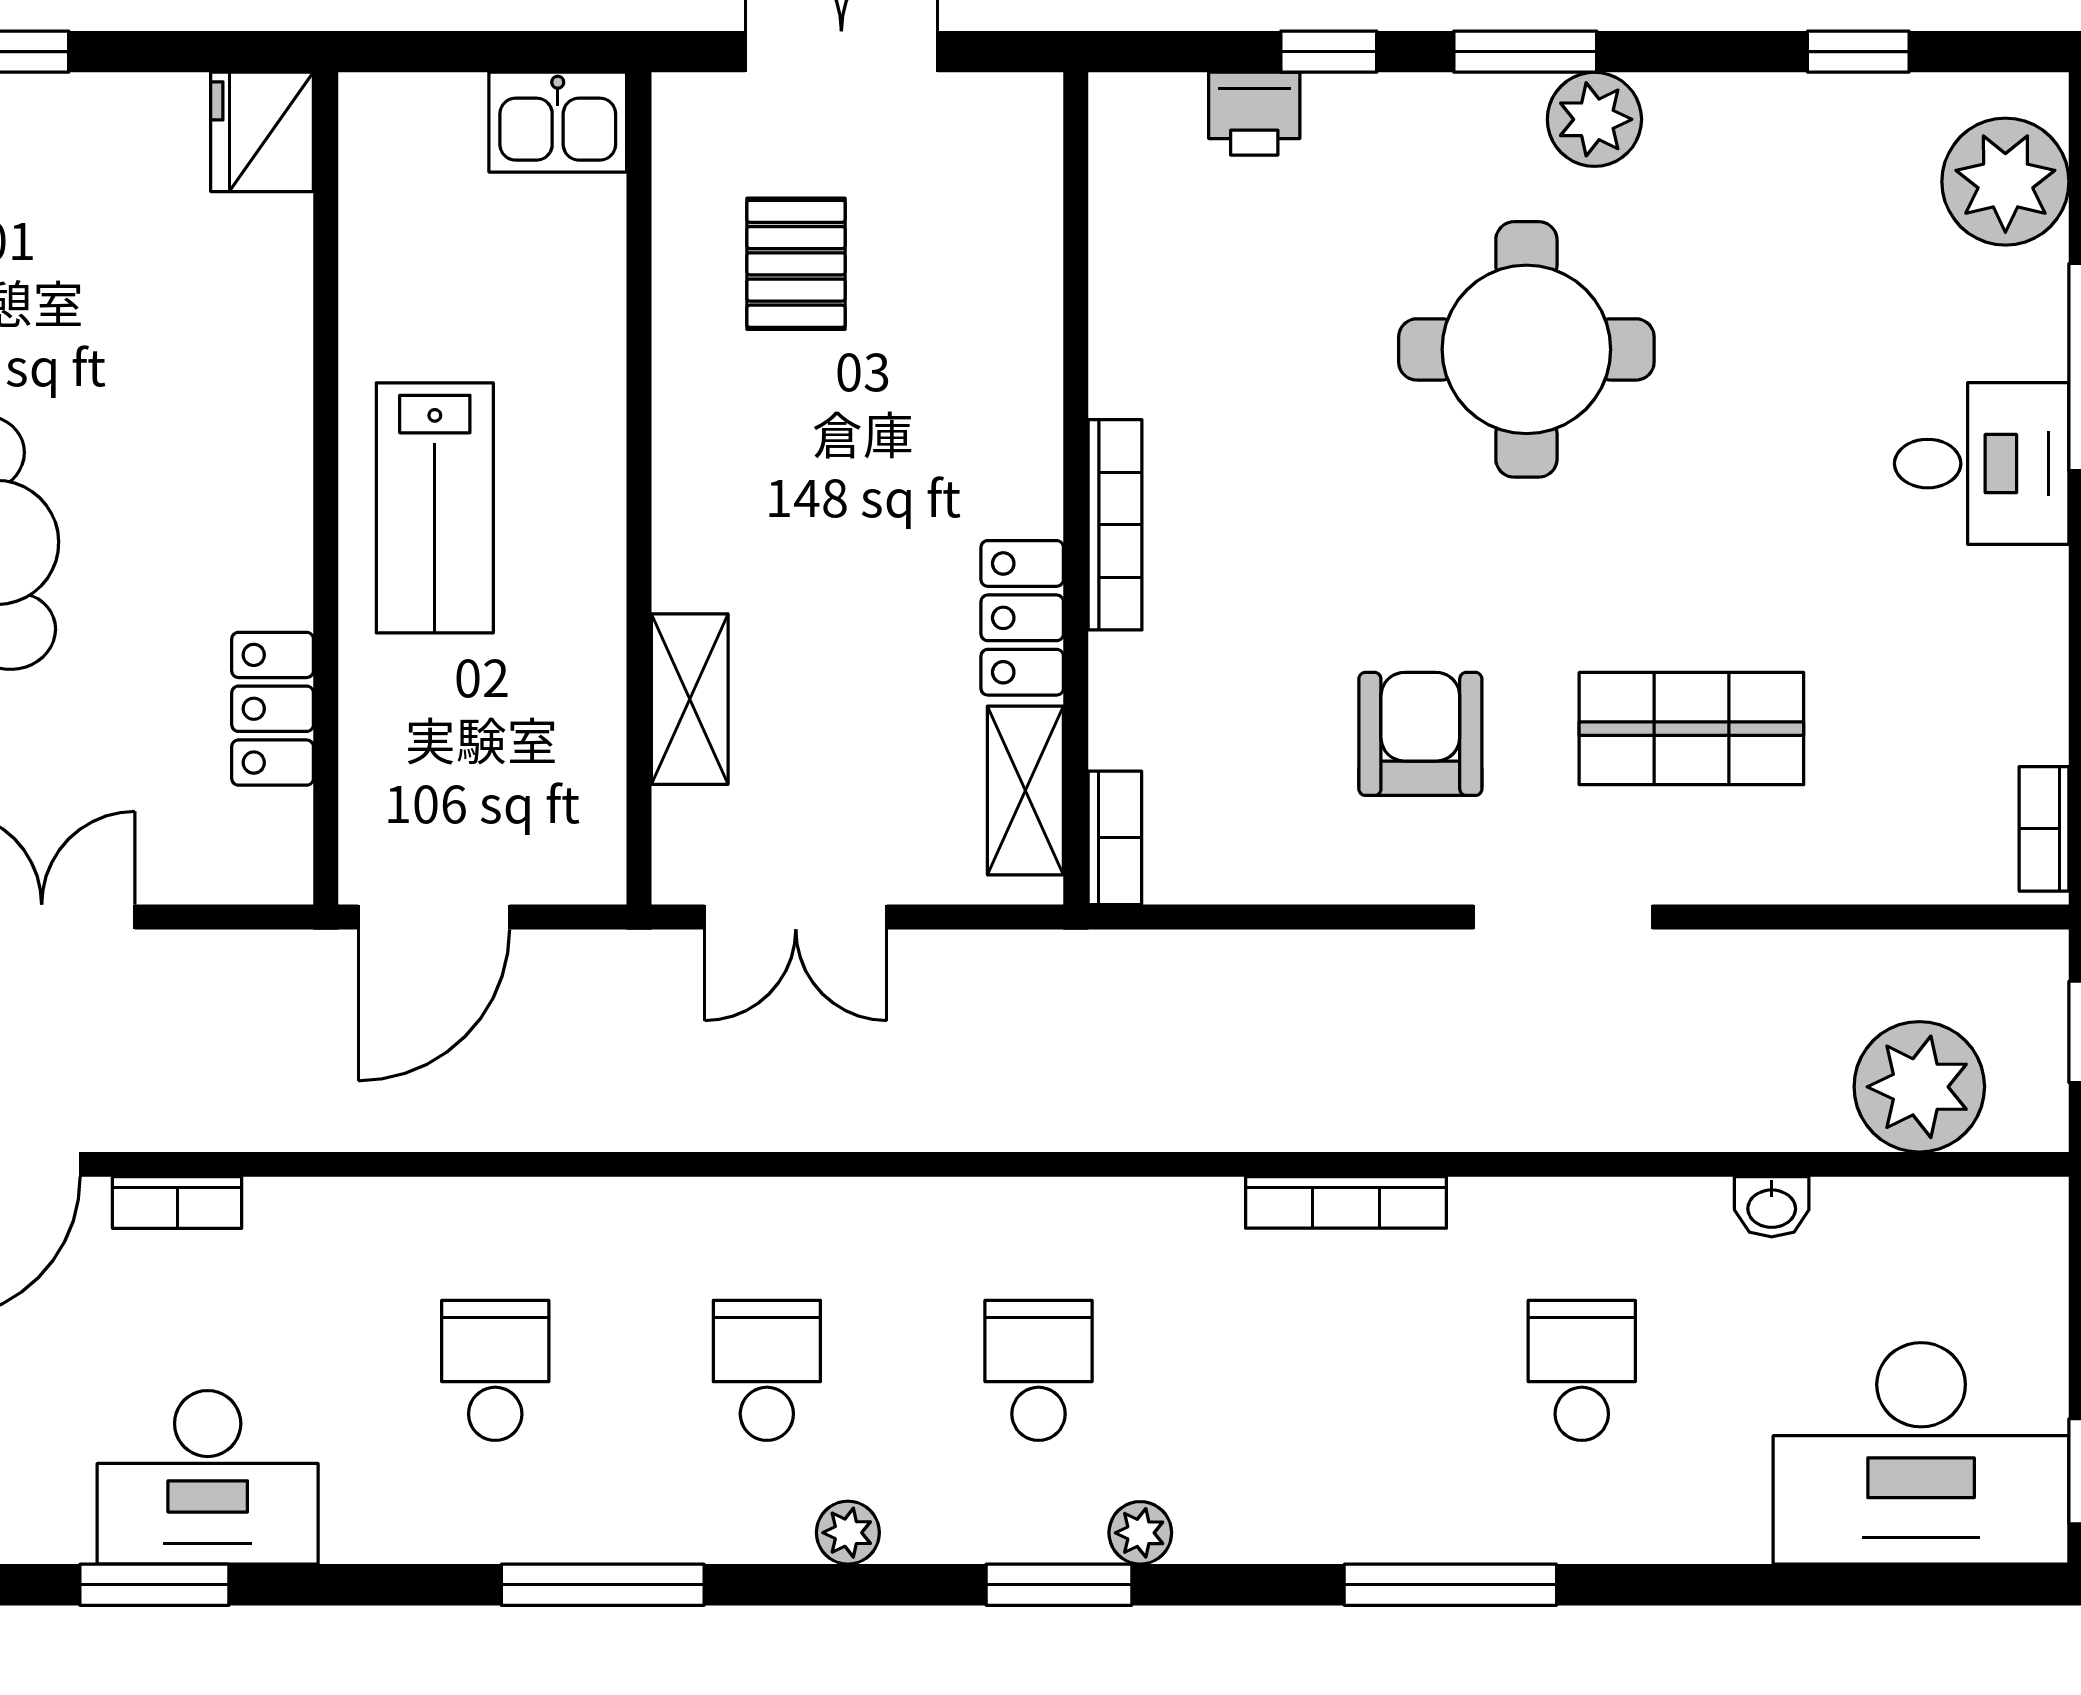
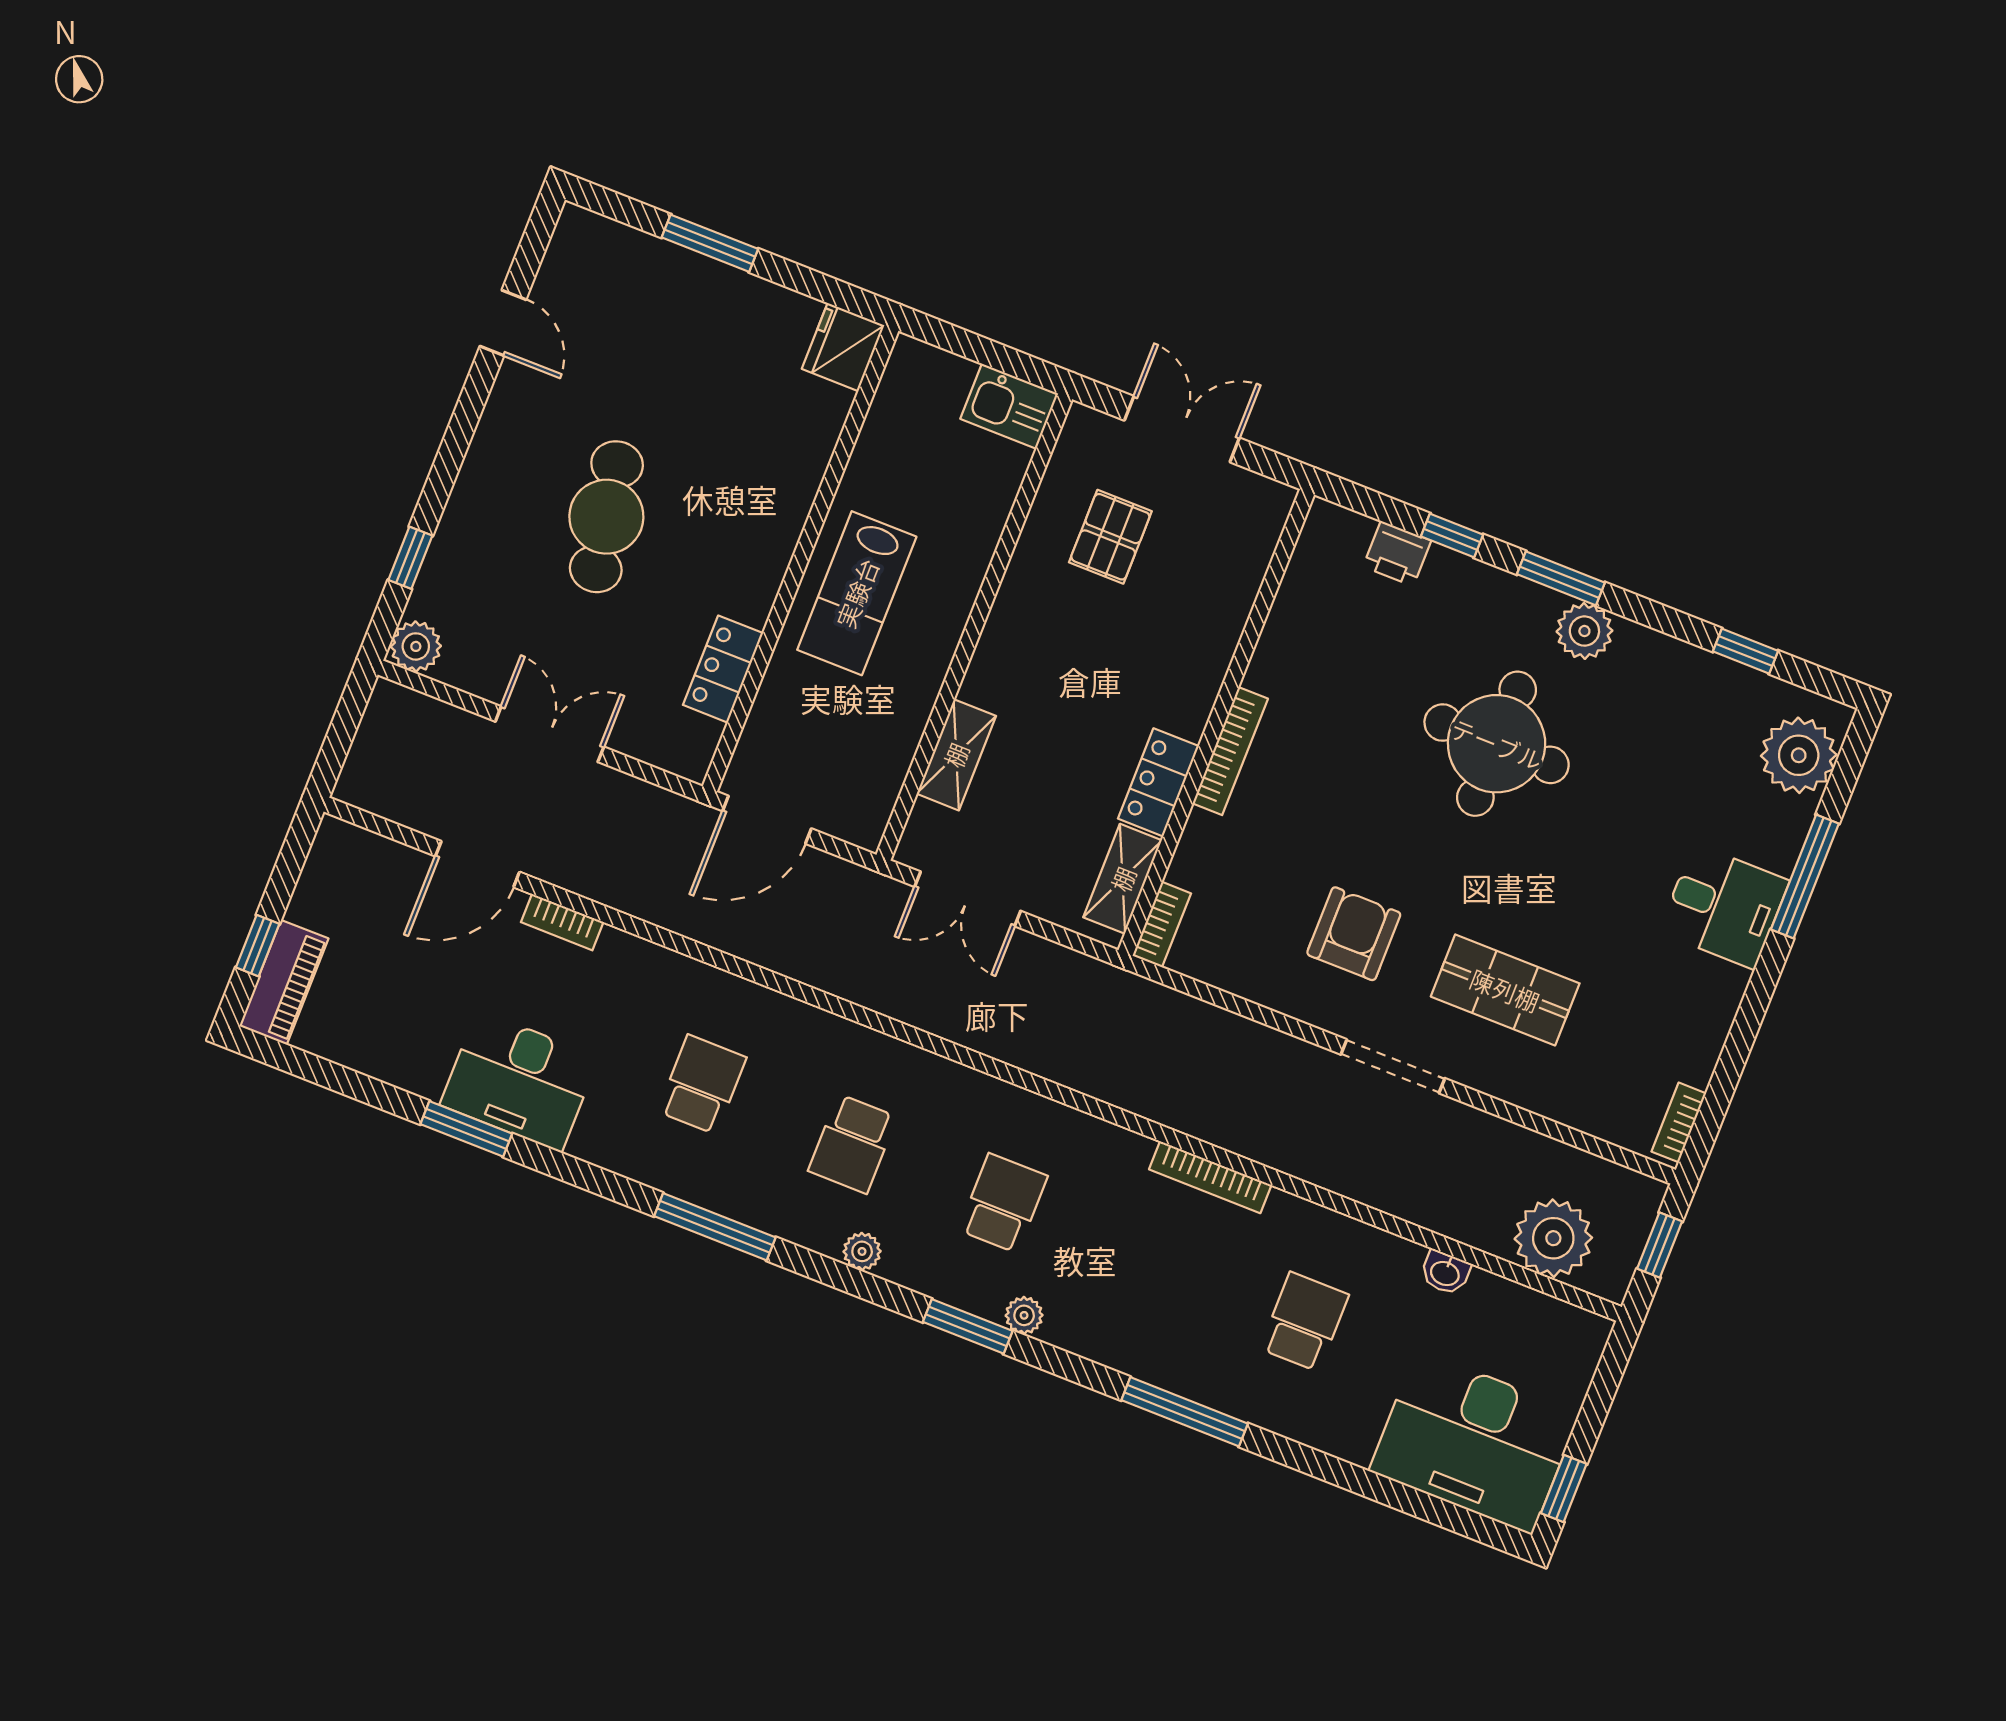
school desk: (767, 1370) -> (853, 1144), turned 180

